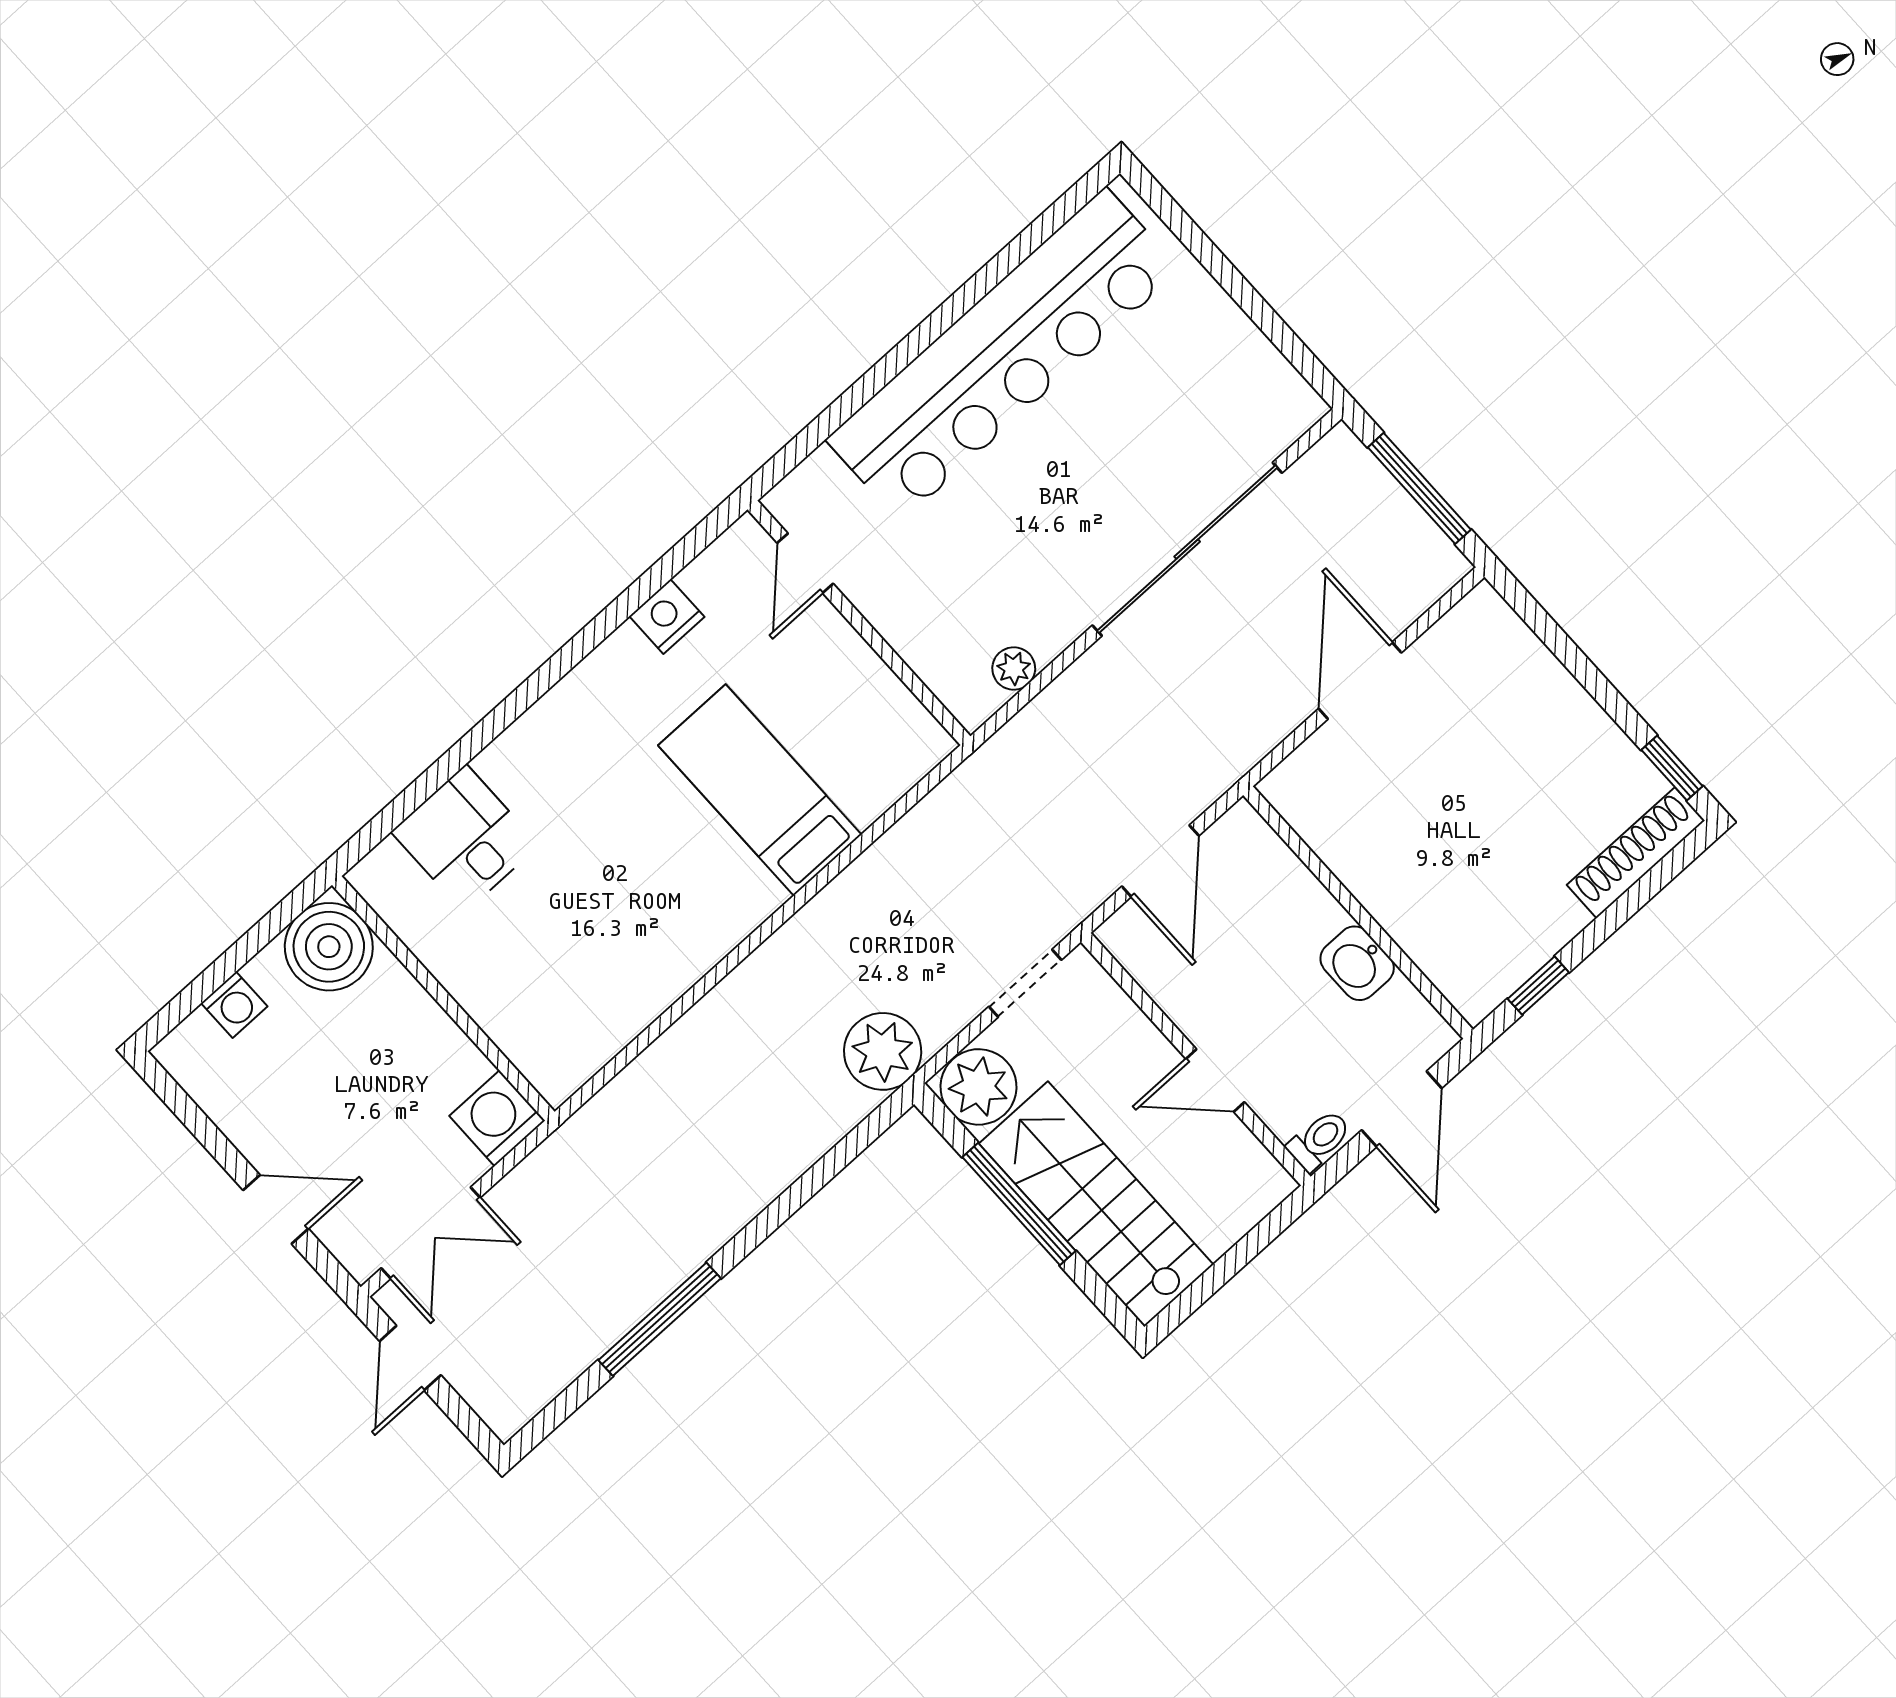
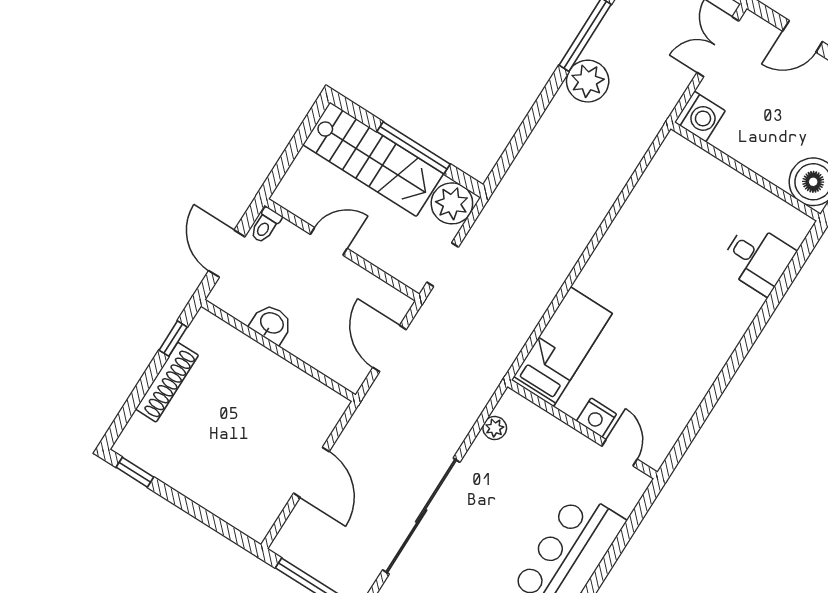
nightstand: (667, 617) -> (596, 418), moved, turned 90
bed: (760, 790) -> (562, 347), moved, turned -90
shoe rack: (1636, 853) -> (167, 382), moved
plant: (883, 1051) -> (588, 81), moved

